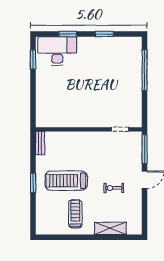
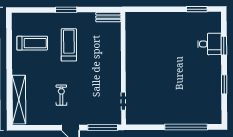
desk: (57, 51) -> (210, 44), width x0.53, depth x0.77
treadmill: (66, 181) -> (69, 45), width x0.73, depth x0.73
treadmill: (75, 214) -> (32, 43), moved
shelving: (110, 228) -> (19, 100), width x1.47

